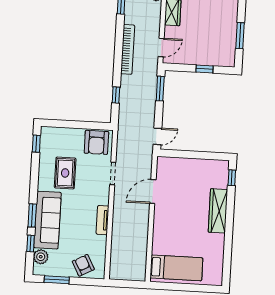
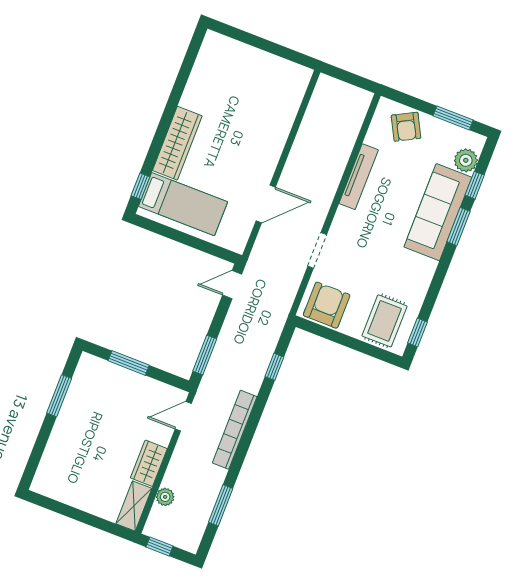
window: (204, 69) -> (129, 363), width x1.50
rug: (65, 173) -> (384, 321), moved
tv unit: (102, 220) -> (359, 177), width x1.41
bed: (176, 268) -> (183, 204), moved, turned 180

